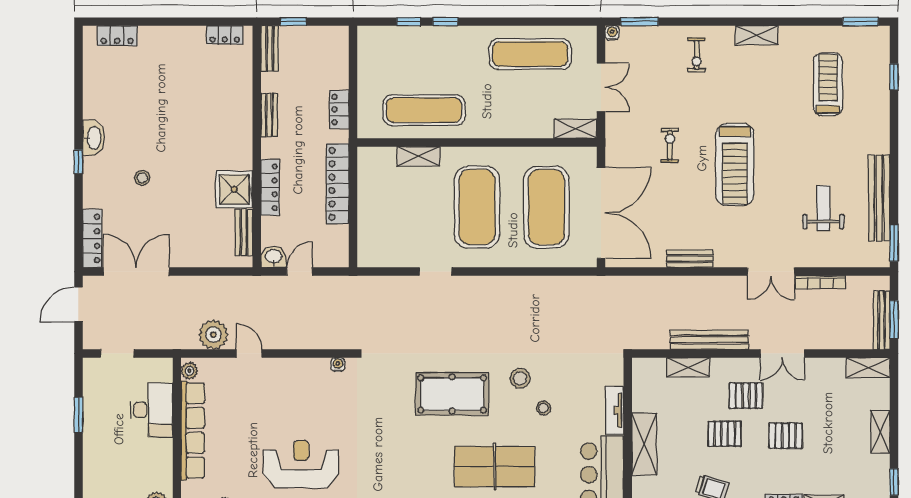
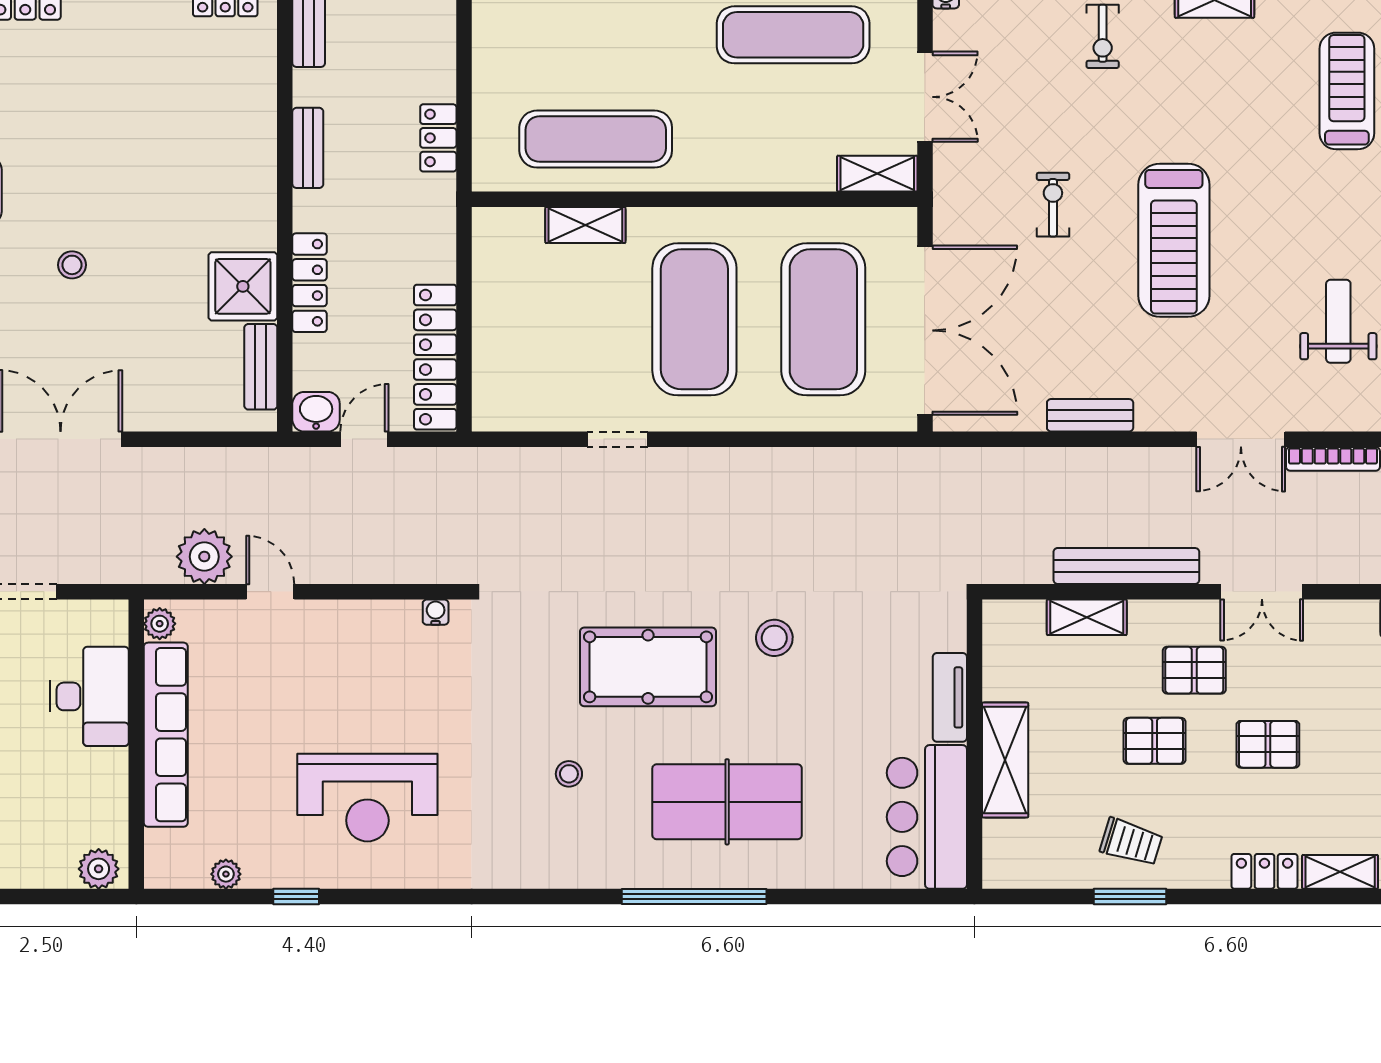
locker: (338, 184) -> (435, 357), moved
stool: (544, 408) -> (569, 774), moved
reception desk: (301, 464) -> (367, 798), turned 180

